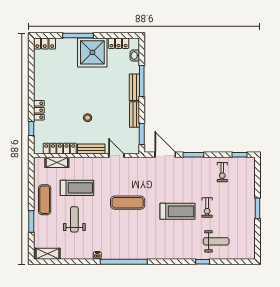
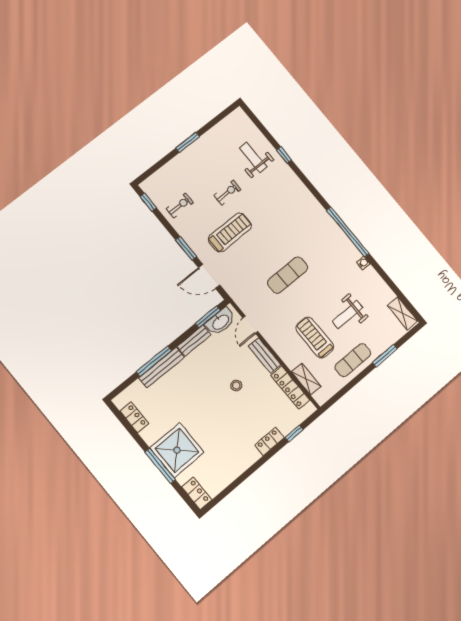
shower: (92, 52) -> (177, 450), moved
washbasin: (135, 56) -> (220, 322), moved, width x1.91, depth x1.45
bench: (134, 87) -> (161, 368), width x1.36
door: (165, 155) -> (209, 276), hinge flipped
exercise mat: (128, 203) -> (288, 275), turned 90
treadmill: (178, 211) -> (230, 232), moved, turned 90

